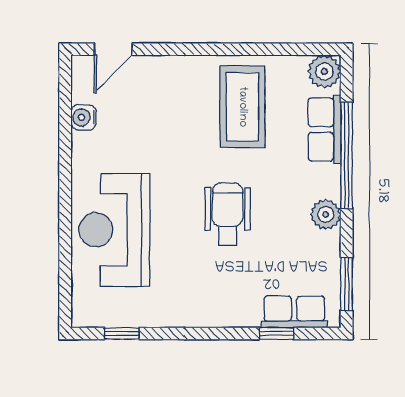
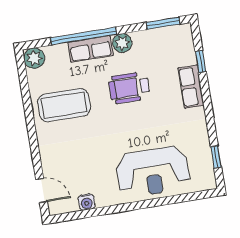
row of seats: (324, 129) -> (90, 49), moved
wheelchair: (228, 214) -> (129, 88), moved
row of seats: (294, 312) -> (191, 87), moved

